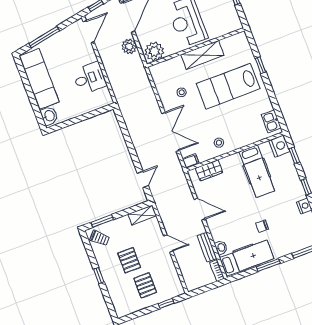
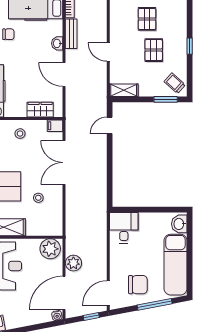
chair: (65, 49) -> (138, 285), added
desk: (89, 78) -> (124, 228), moved, turned 90
washbasin: (221, 248) -> (57, 43), moved

